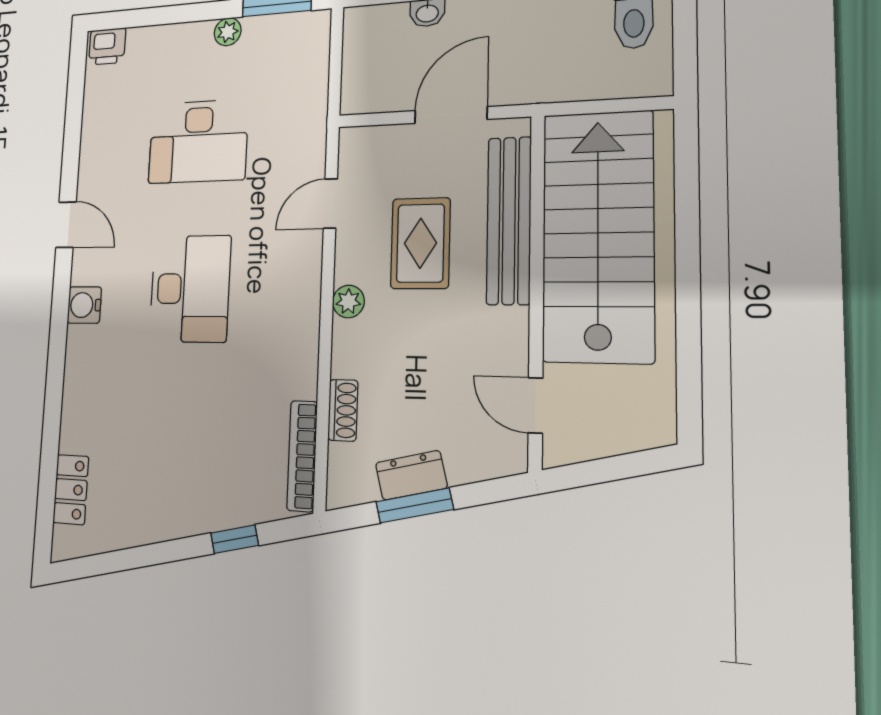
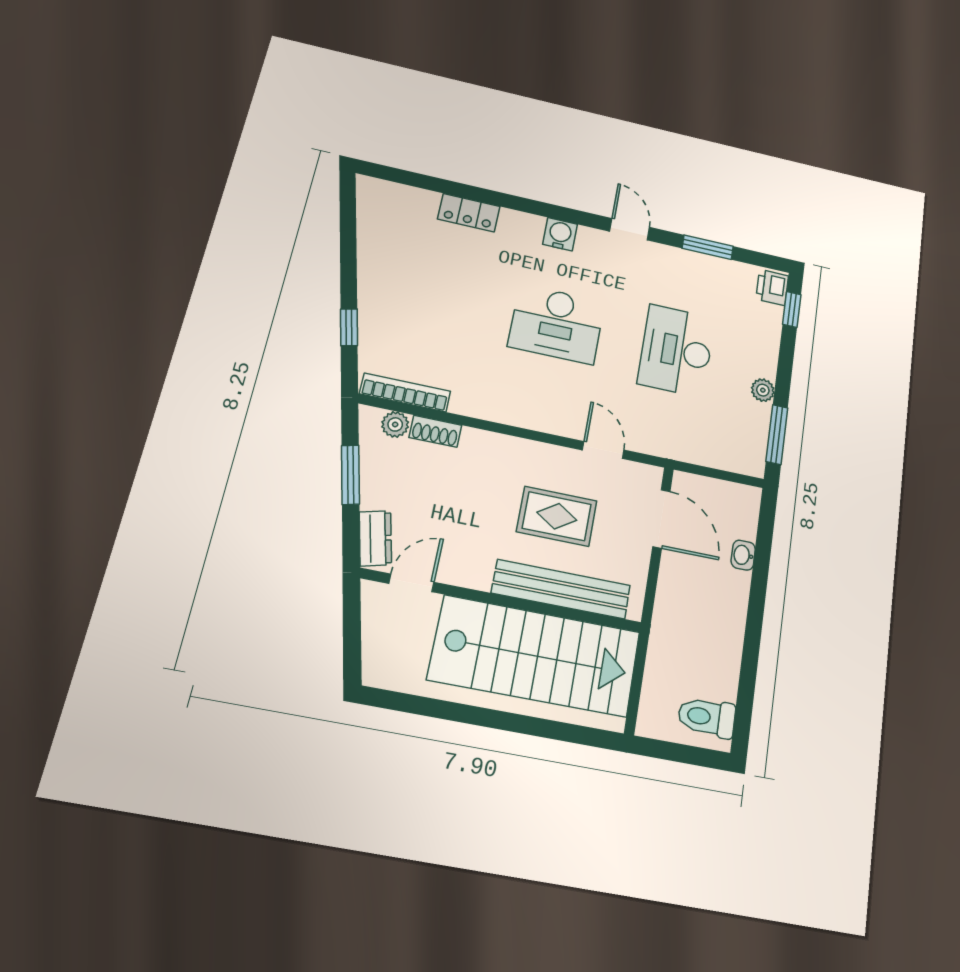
window: (129, 19) -> (792, 309), added
door: (451, 115) -> (661, 519), moved
window: (73, 130) -> (708, 247), added
door: (66, 225) -> (630, 229), swing flipped
plant: (348, 302) -> (395, 424), moved
dresser: (411, 475) -> (375, 538), moved
locker: (71, 490) -> (469, 213), moved

